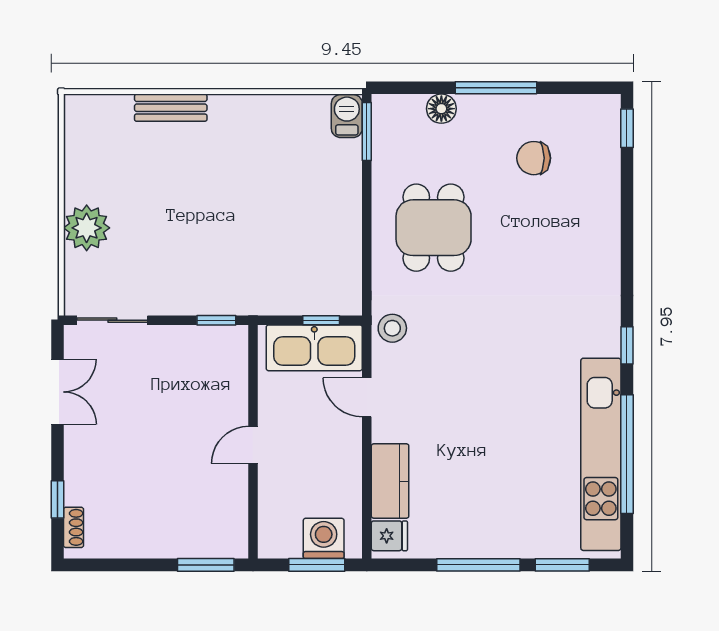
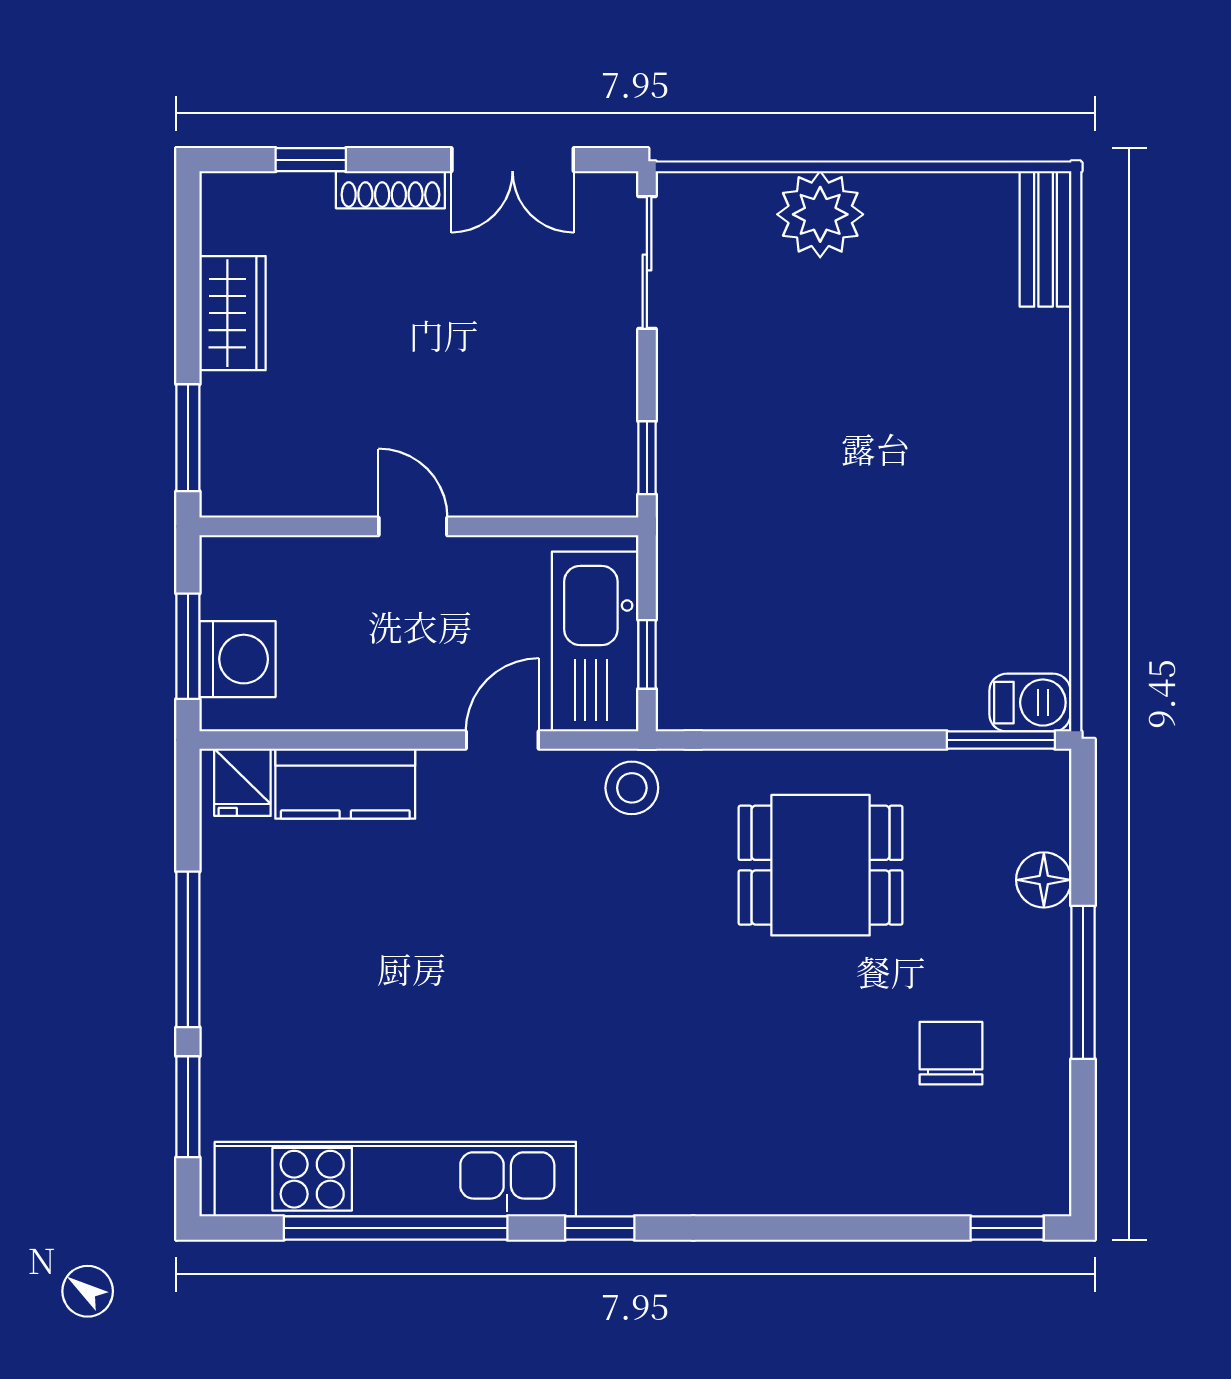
bench: (171, 108) -> (1046, 239), moved
shoe rack: (74, 527) -> (390, 190), moved, width x1.43
wardrobe: (139, 541) -> (233, 313), added

